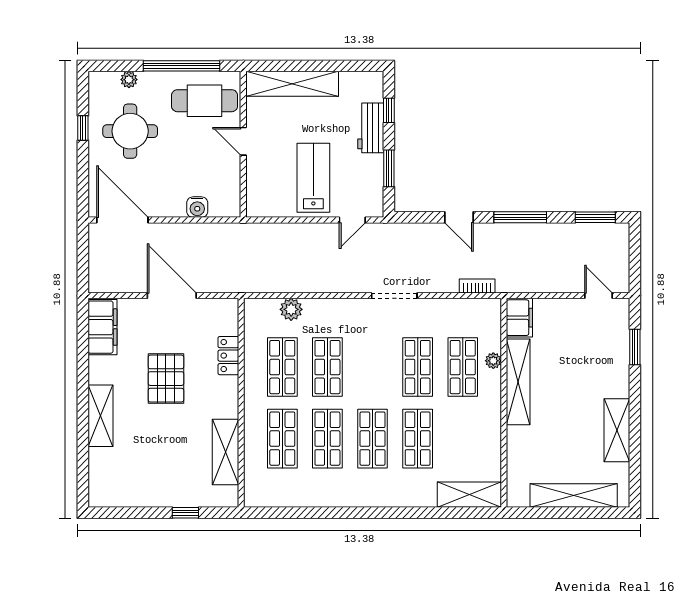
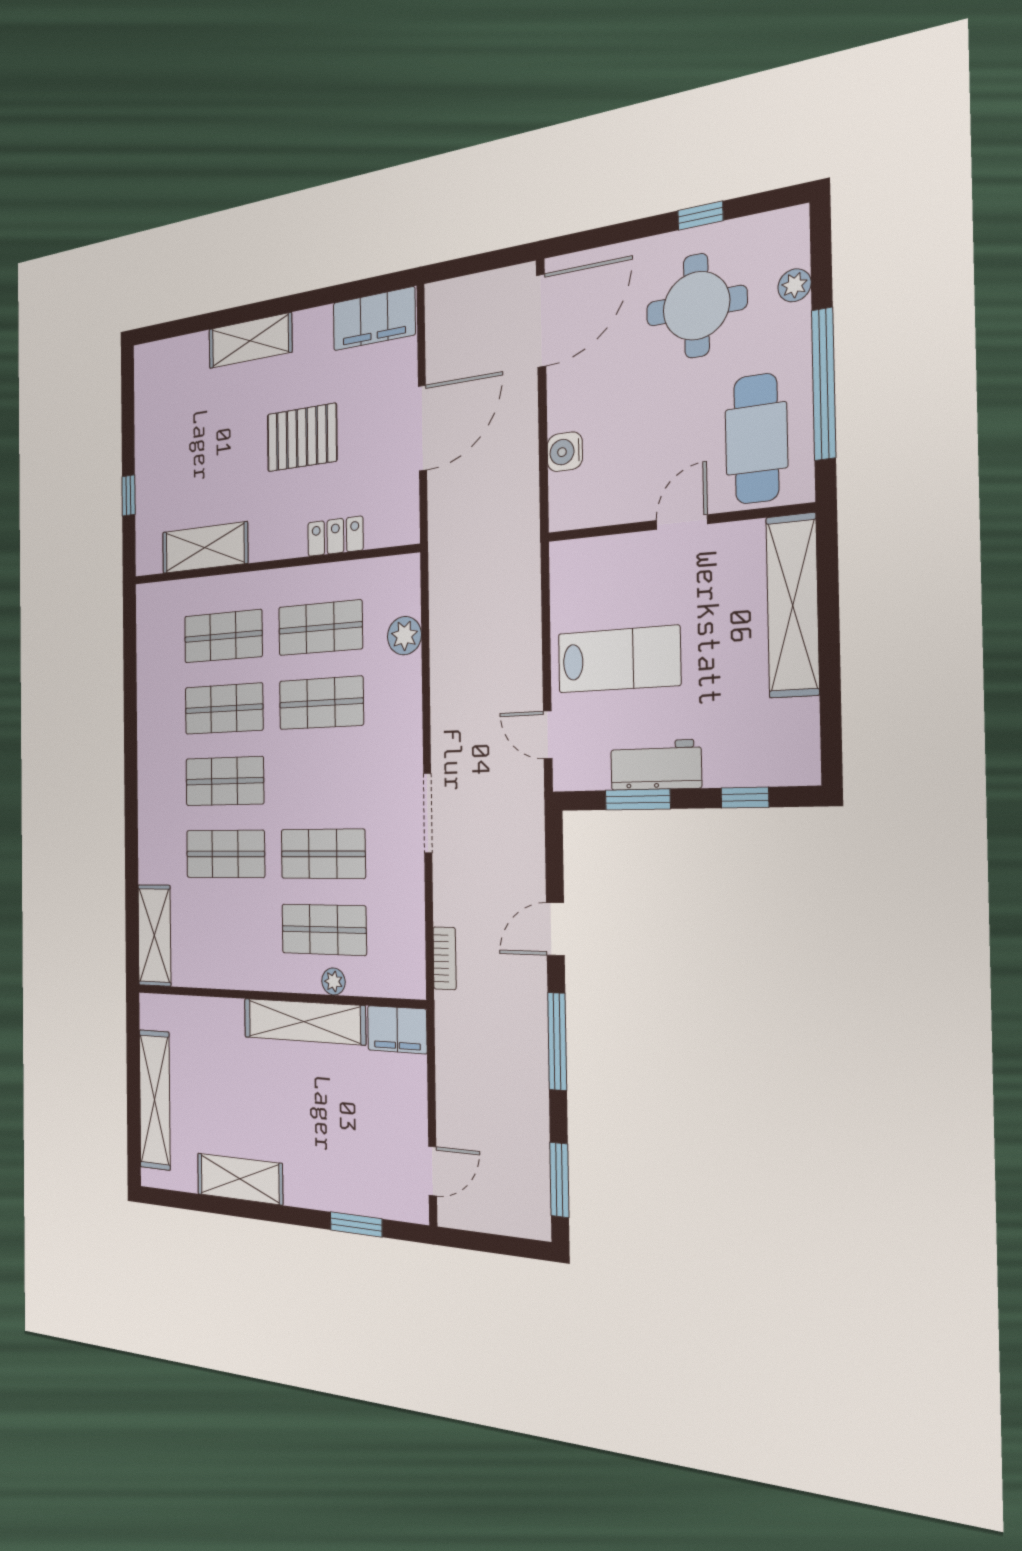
workbench: (371, 128) -> (656, 765), moved

